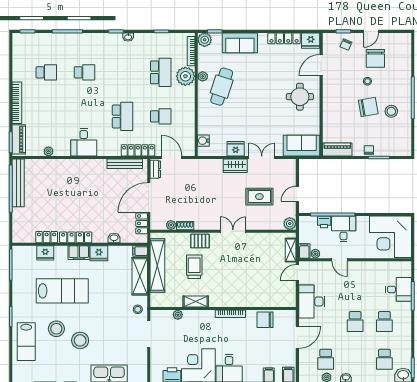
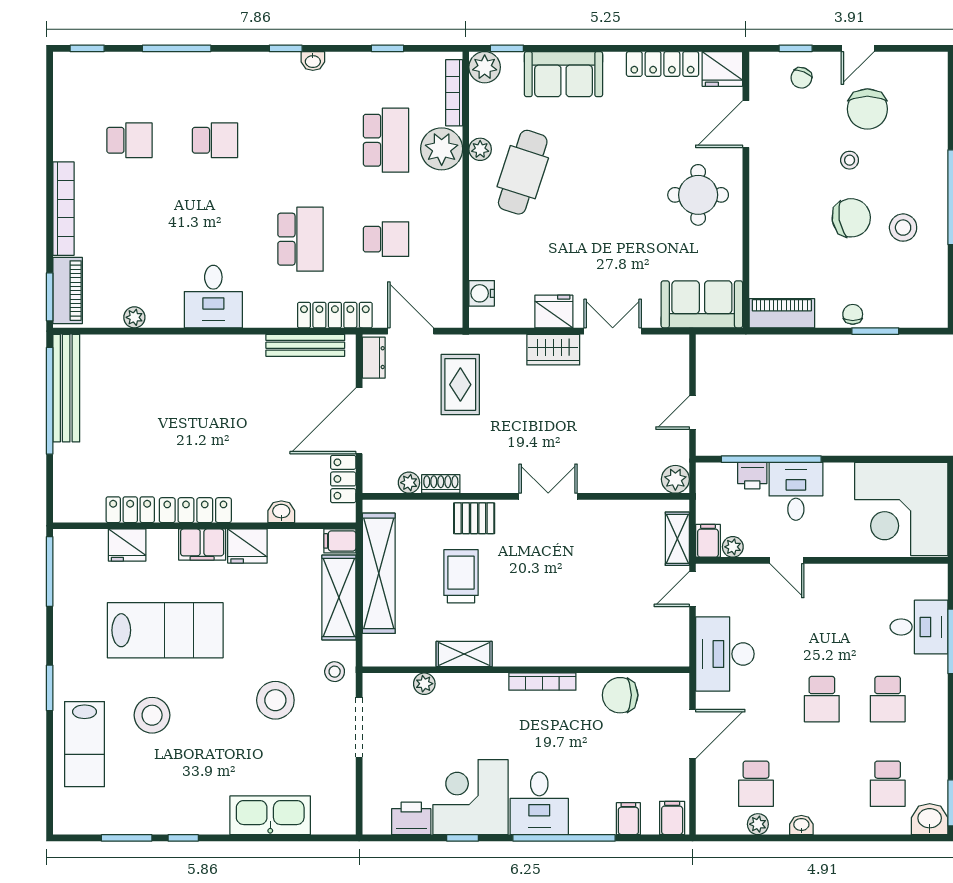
rug: (259, 197) -> (460, 385), moved, turned 90
stool: (80, 340) -> (275, 700), moved

